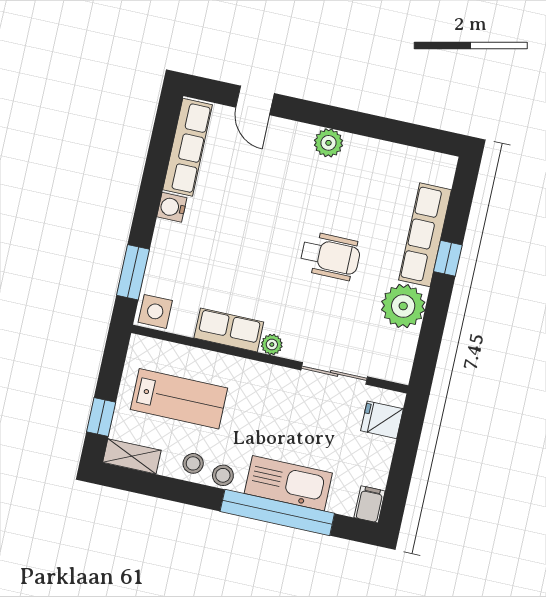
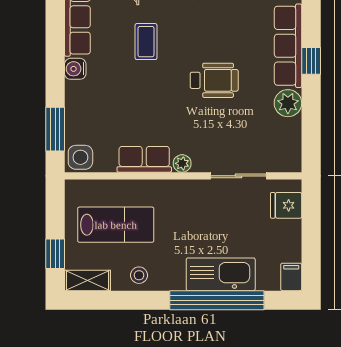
coffee table: (261, 194) -> (146, 42), added
plant: (403, 306) -> (288, 103), width x0.73, depth x0.73
stool: (223, 475) -> (166, 280), removed

